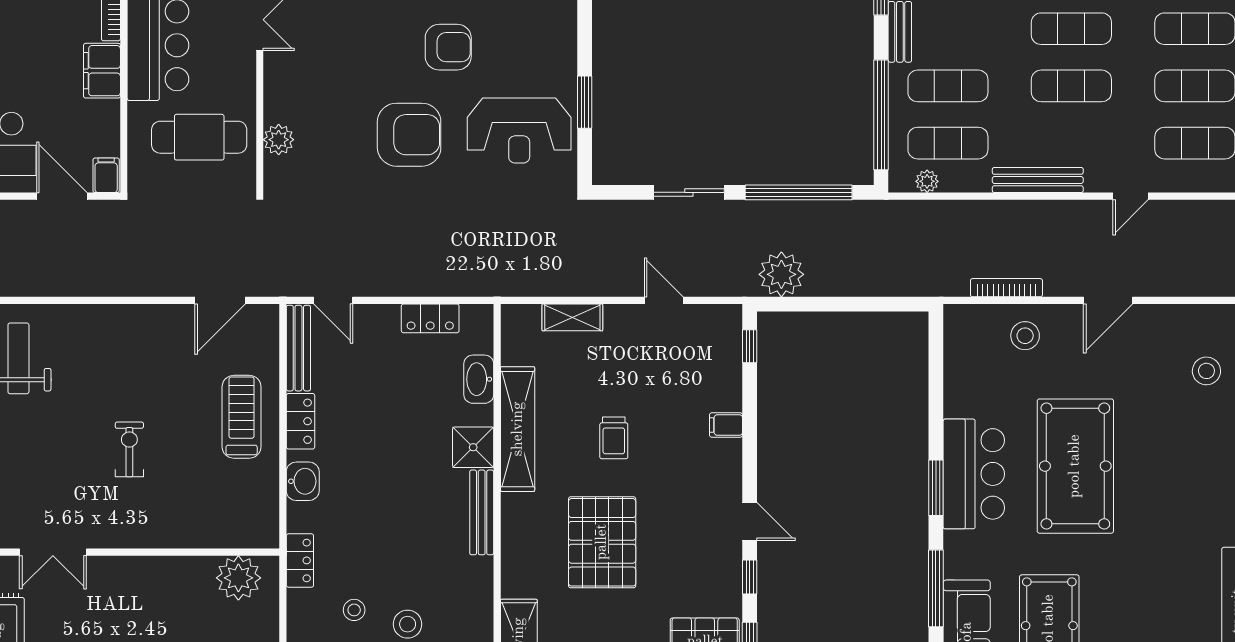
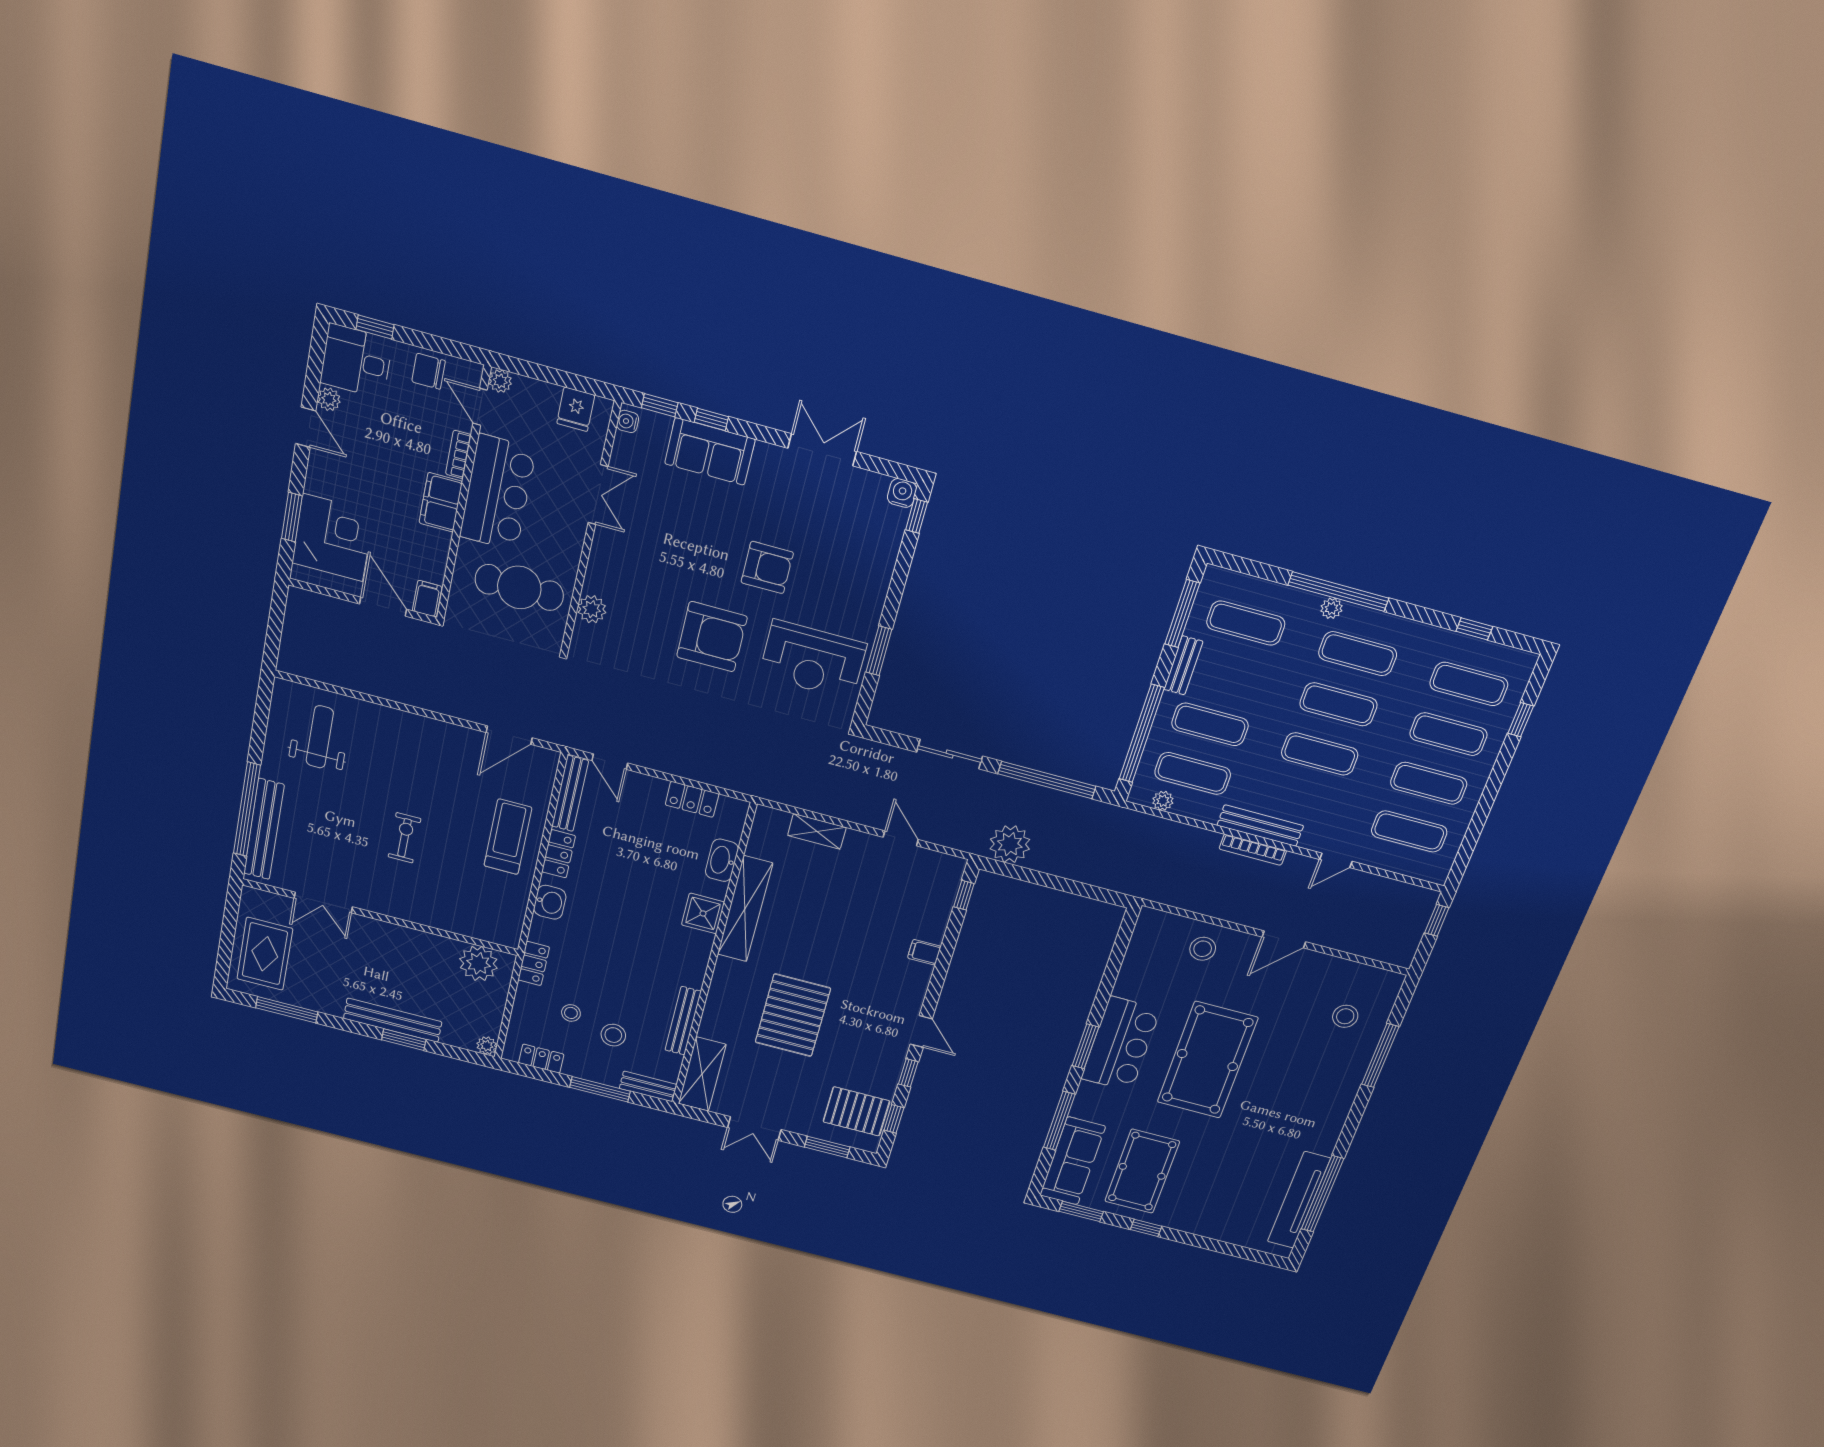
bookcase: (1006, 288) -> (1253, 850), moved, turned 180
trolley: (614, 438) -> (826, 937), removed
bench: (482, 512) -> (683, 1021), moved

